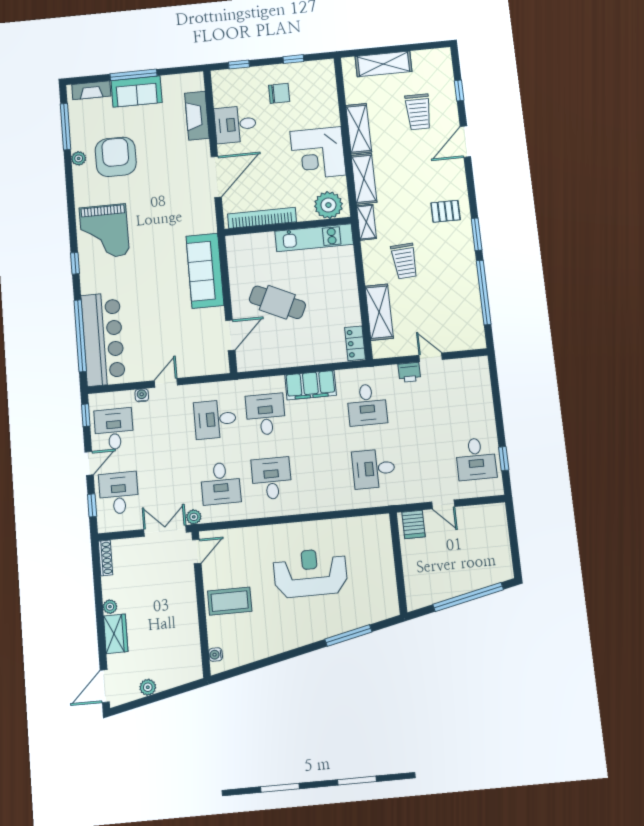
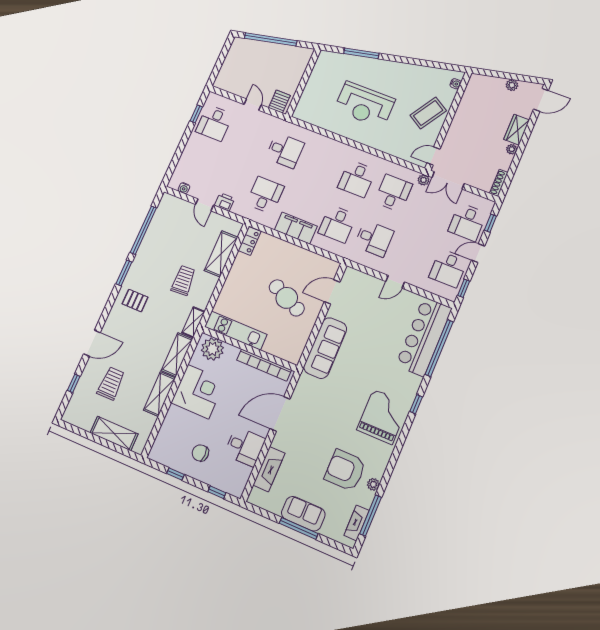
fireplace: (91, 90) -> (357, 523), moved, turned -90
armchair: (116, 157) -> (345, 470), turned 90
water cooler: (142, 395) -> (184, 188), moved
desk: (476, 459) -> (214, 123), turned 180
coffee table: (230, 601) -> (428, 113), turned -58

